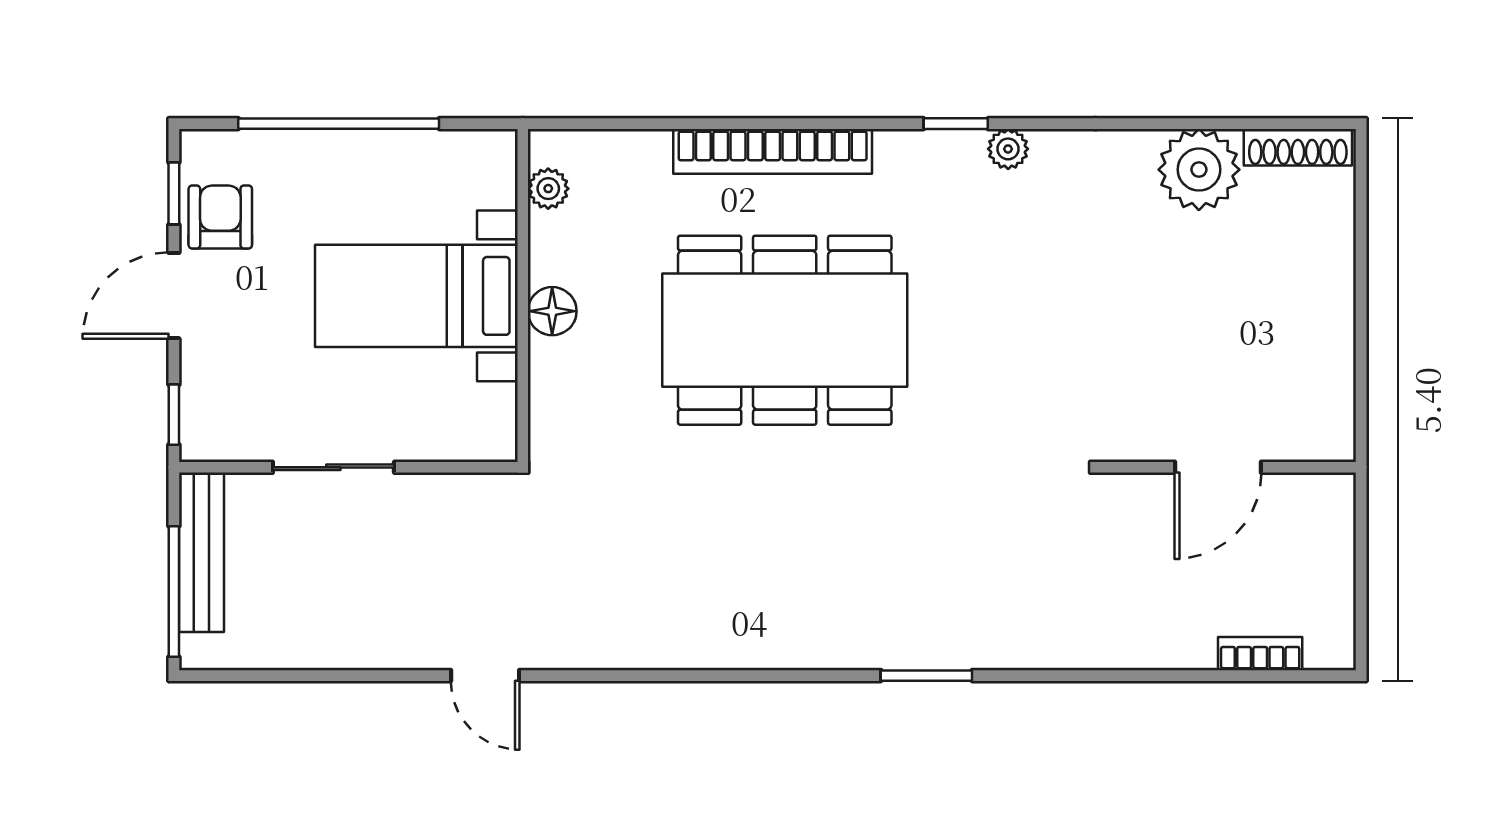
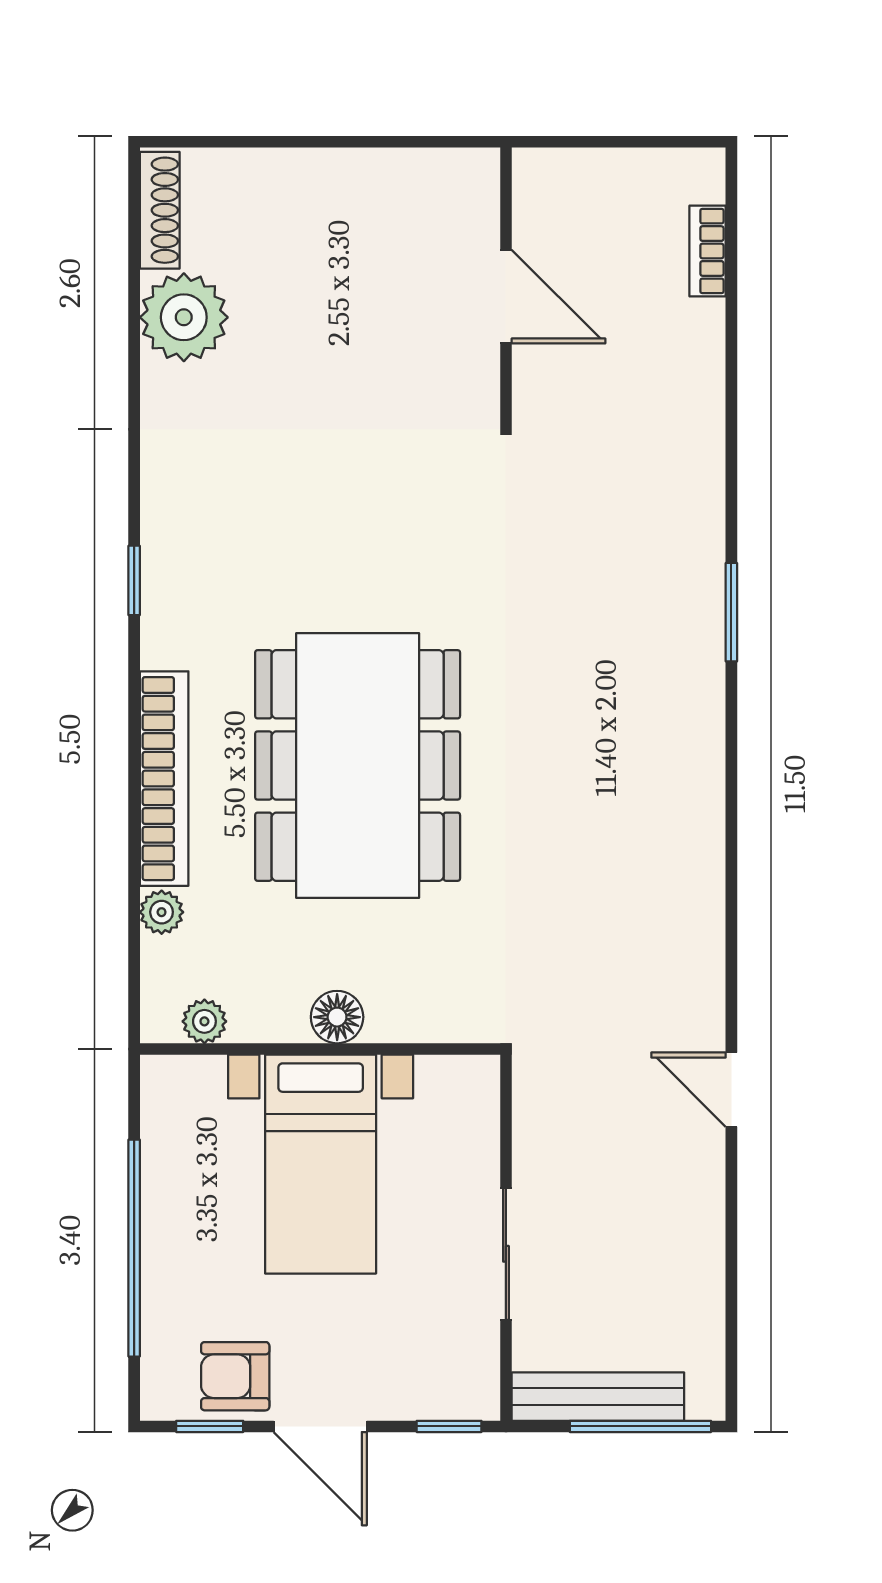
plant: (1008, 149) -> (162, 912), moved
door: (485, 676) -> (731, 1090), swing flipped

